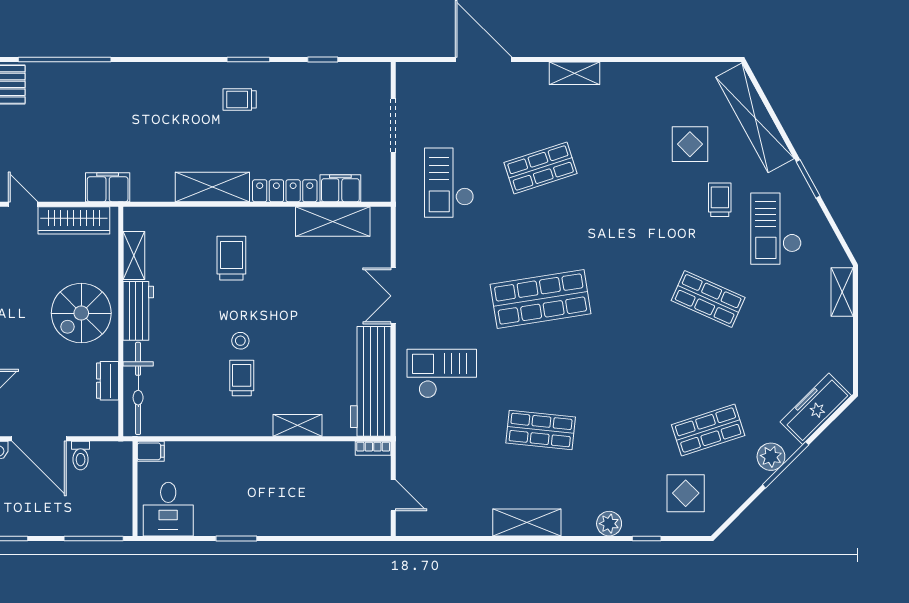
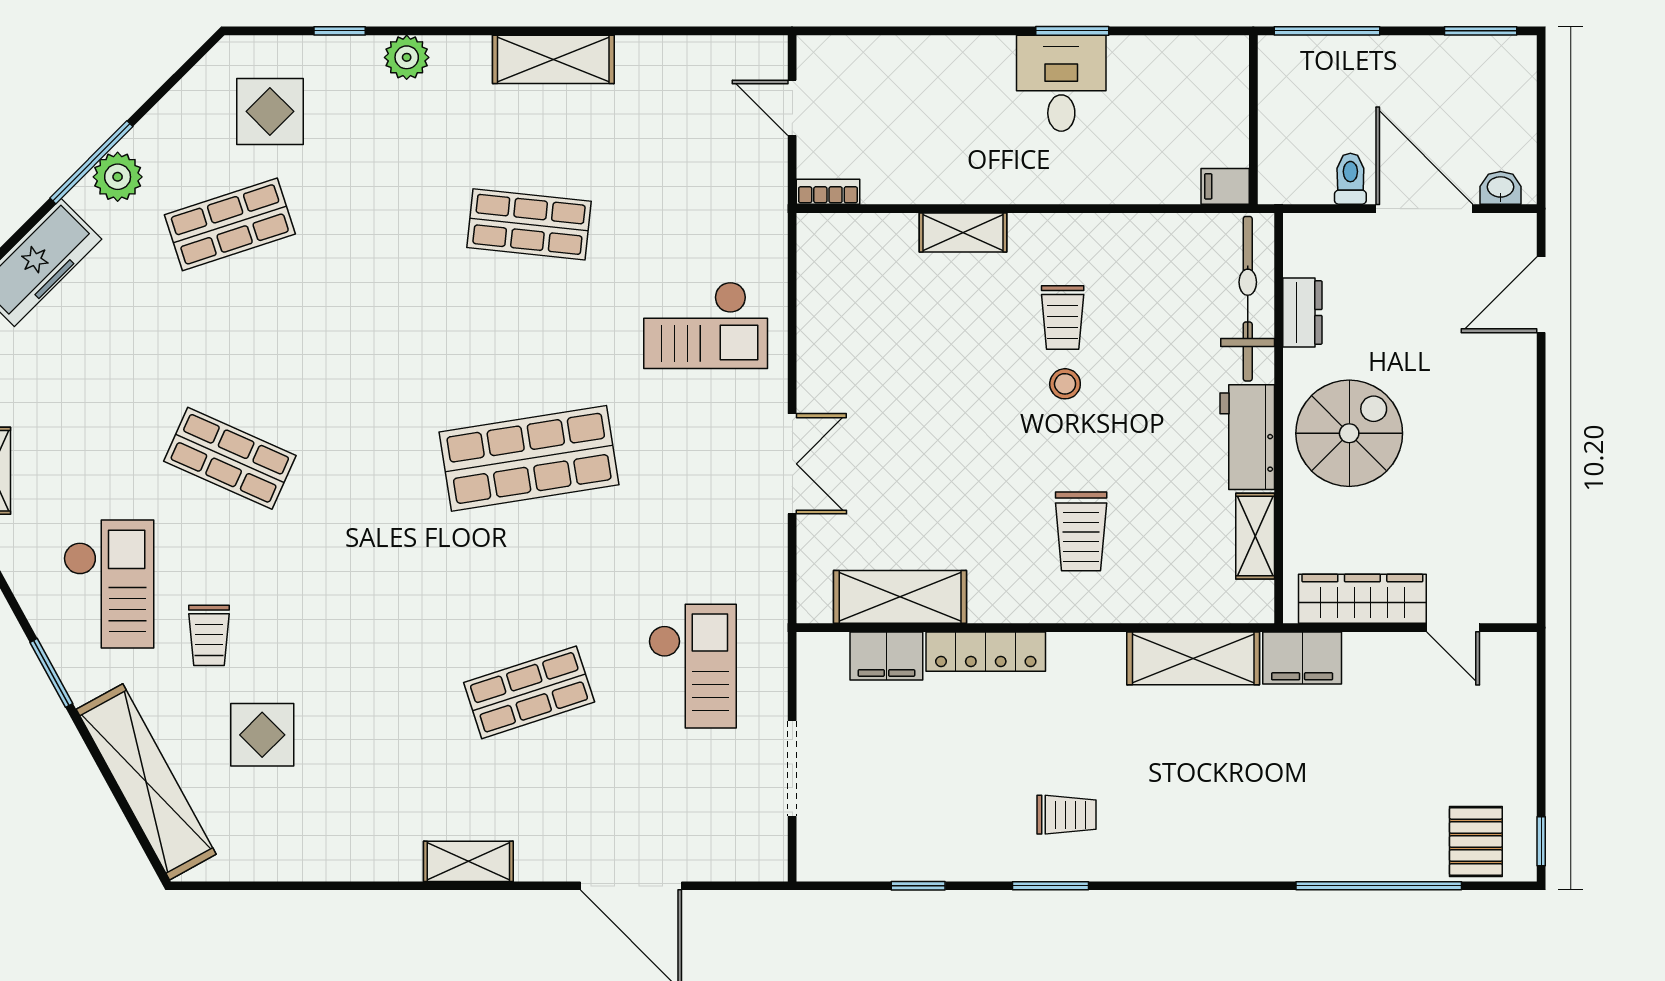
shelving: (212, 187) -> (1193, 658), moved
workbench: (371, 381) -> (832, 311), removed
desk: (168, 509) -> (1061, 83), moved

